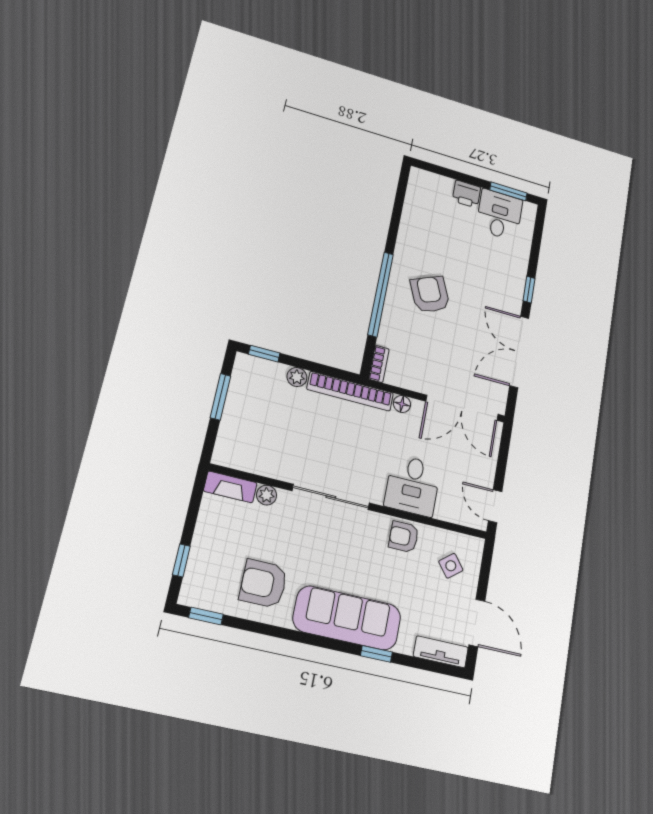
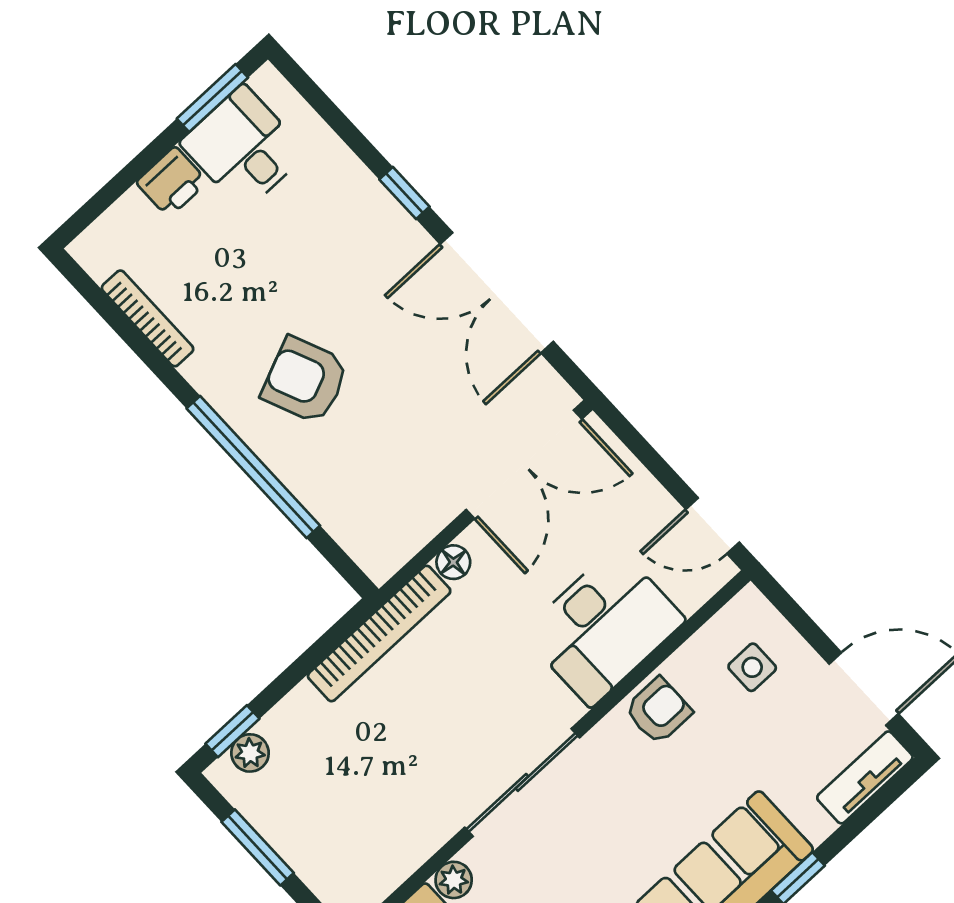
bookcase: (379, 364) -> (148, 318), moved, width x1.56
plant: (297, 377) -> (250, 753), moved
desk: (413, 485) -> (604, 627), width x1.37
armchair: (404, 537) -> (658, 711), turned 180
side table: (451, 566) -> (752, 667), turned 38

